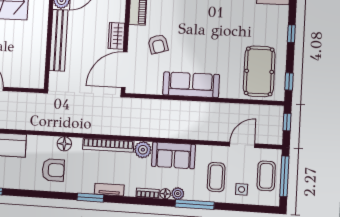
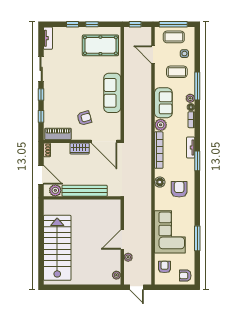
window: (289, 82) -> (92, 24), moved

